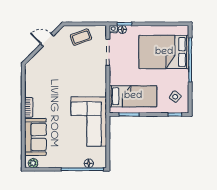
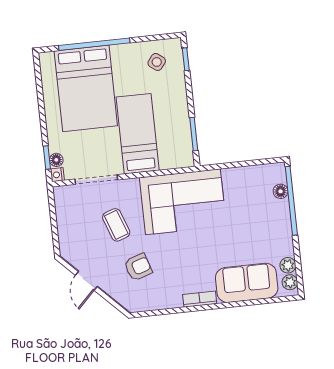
coffee table: (81, 37) -> (116, 225), moved
armchair: (52, 72) -> (138, 267), added
bed: (133, 96) -> (138, 134), moved
corner sofa: (89, 122) -> (183, 202), moved
plant: (43, 163) -> (288, 265), added

